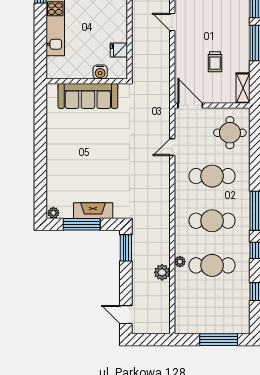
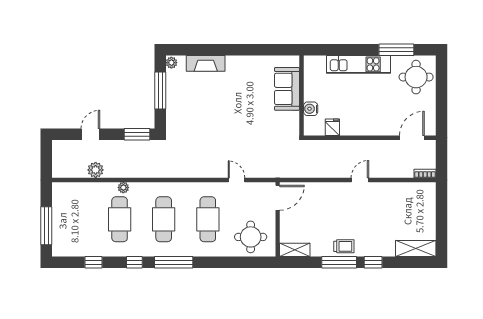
trolley: (215, 62) -> (344, 246), moved, turned 180
sofa: (88, 96) -> (287, 89), width x0.73
fireplace: (93, 211) -> (206, 63), moved, turned 90
plant: (162, 272) -> (96, 170), moved
door: (126, 315) -> (90, 134), moved

